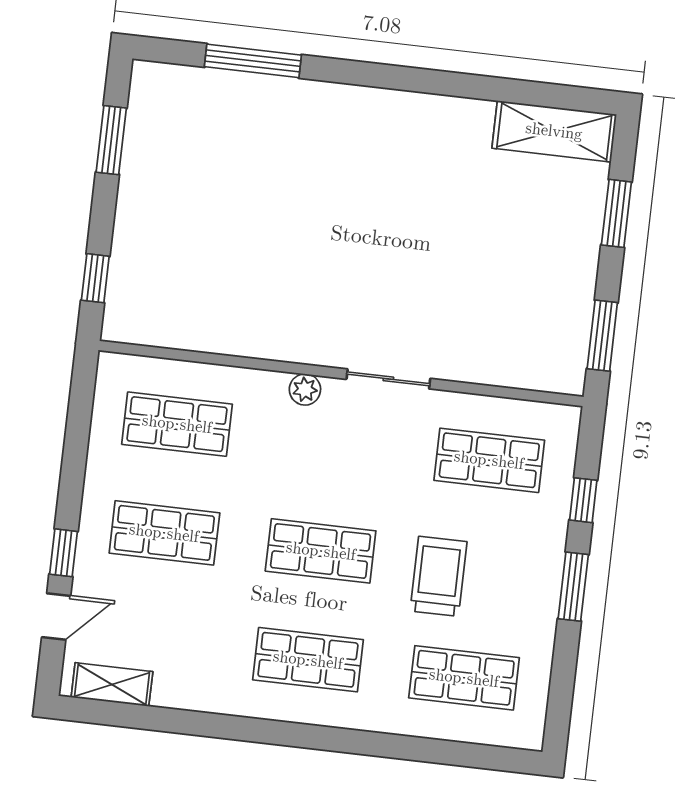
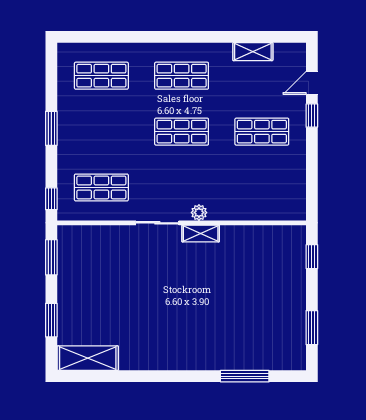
shelving: (307, 348) -> (201, 234), added
shop shelf: (177, 424) -> (262, 187), removed
window: (583, 500) -> (51, 199), moved
trolley: (439, 576) -> (120, 126), removed
shelving: (112, 685) -> (253, 52), moved

